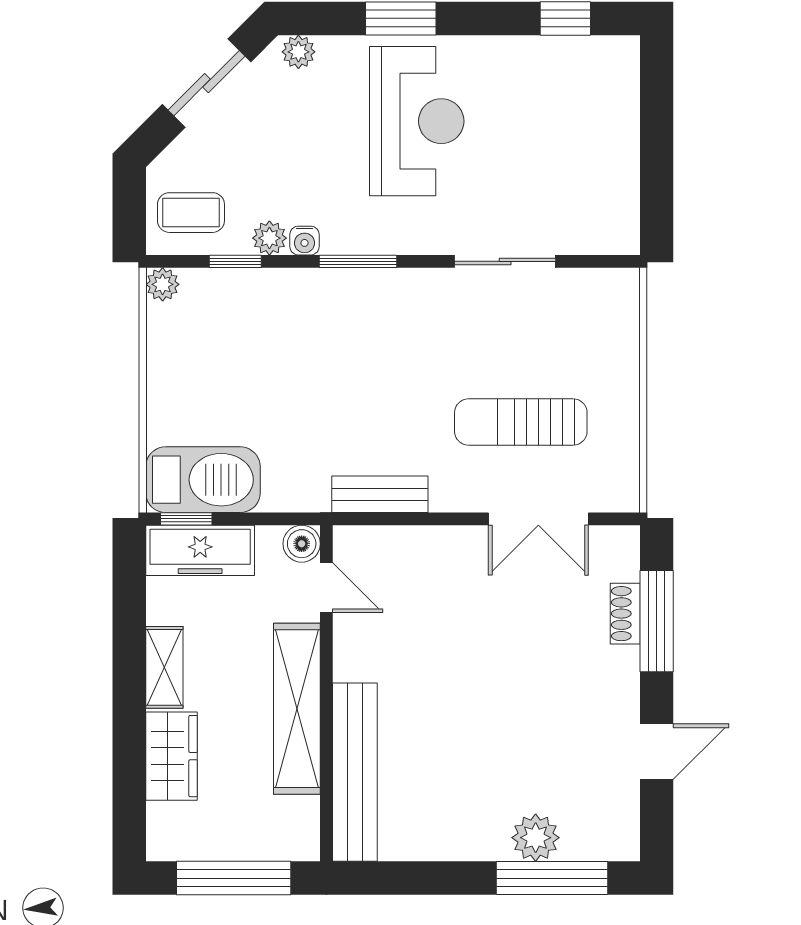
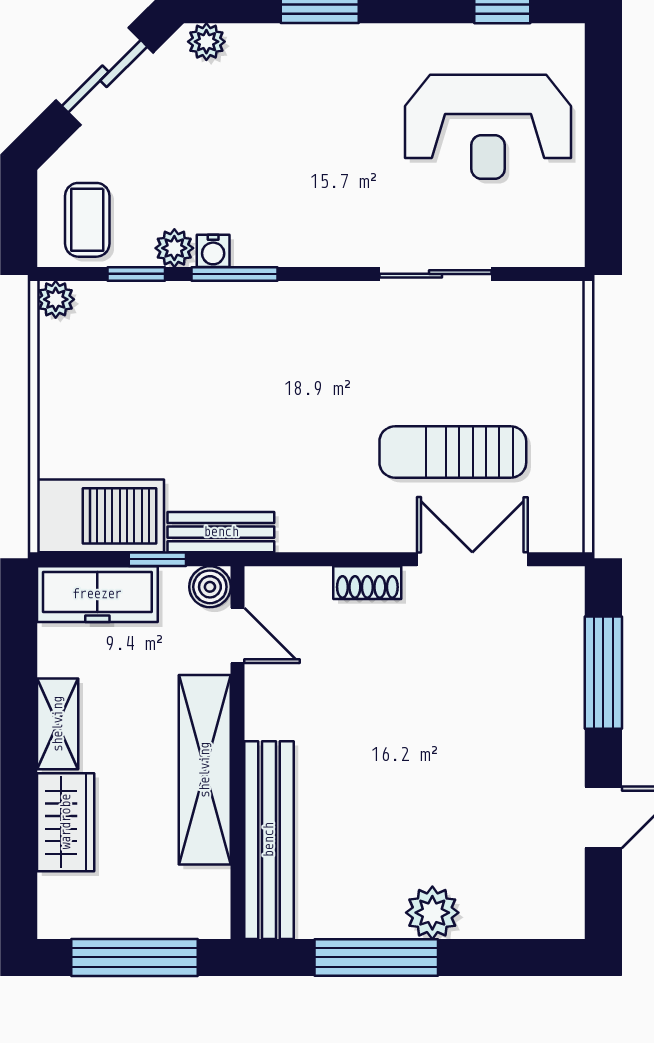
reception desk: (417, 121) -> (488, 127), moved, turned 90
coffee table: (191, 213) -> (87, 220), turned 90
window: (358, 261) -> (235, 274), moved
bench: (380, 494) -> (221, 532), moved
window: (186, 519) -> (157, 559), moved
double door: (538, 519) -> (472, 559), swing flipped
shoe rack: (625, 614) -> (367, 583), moved, turned -90
plant: (536, 838) -> (432, 913), moved
window: (552, 878) -> (376, 957), moved

